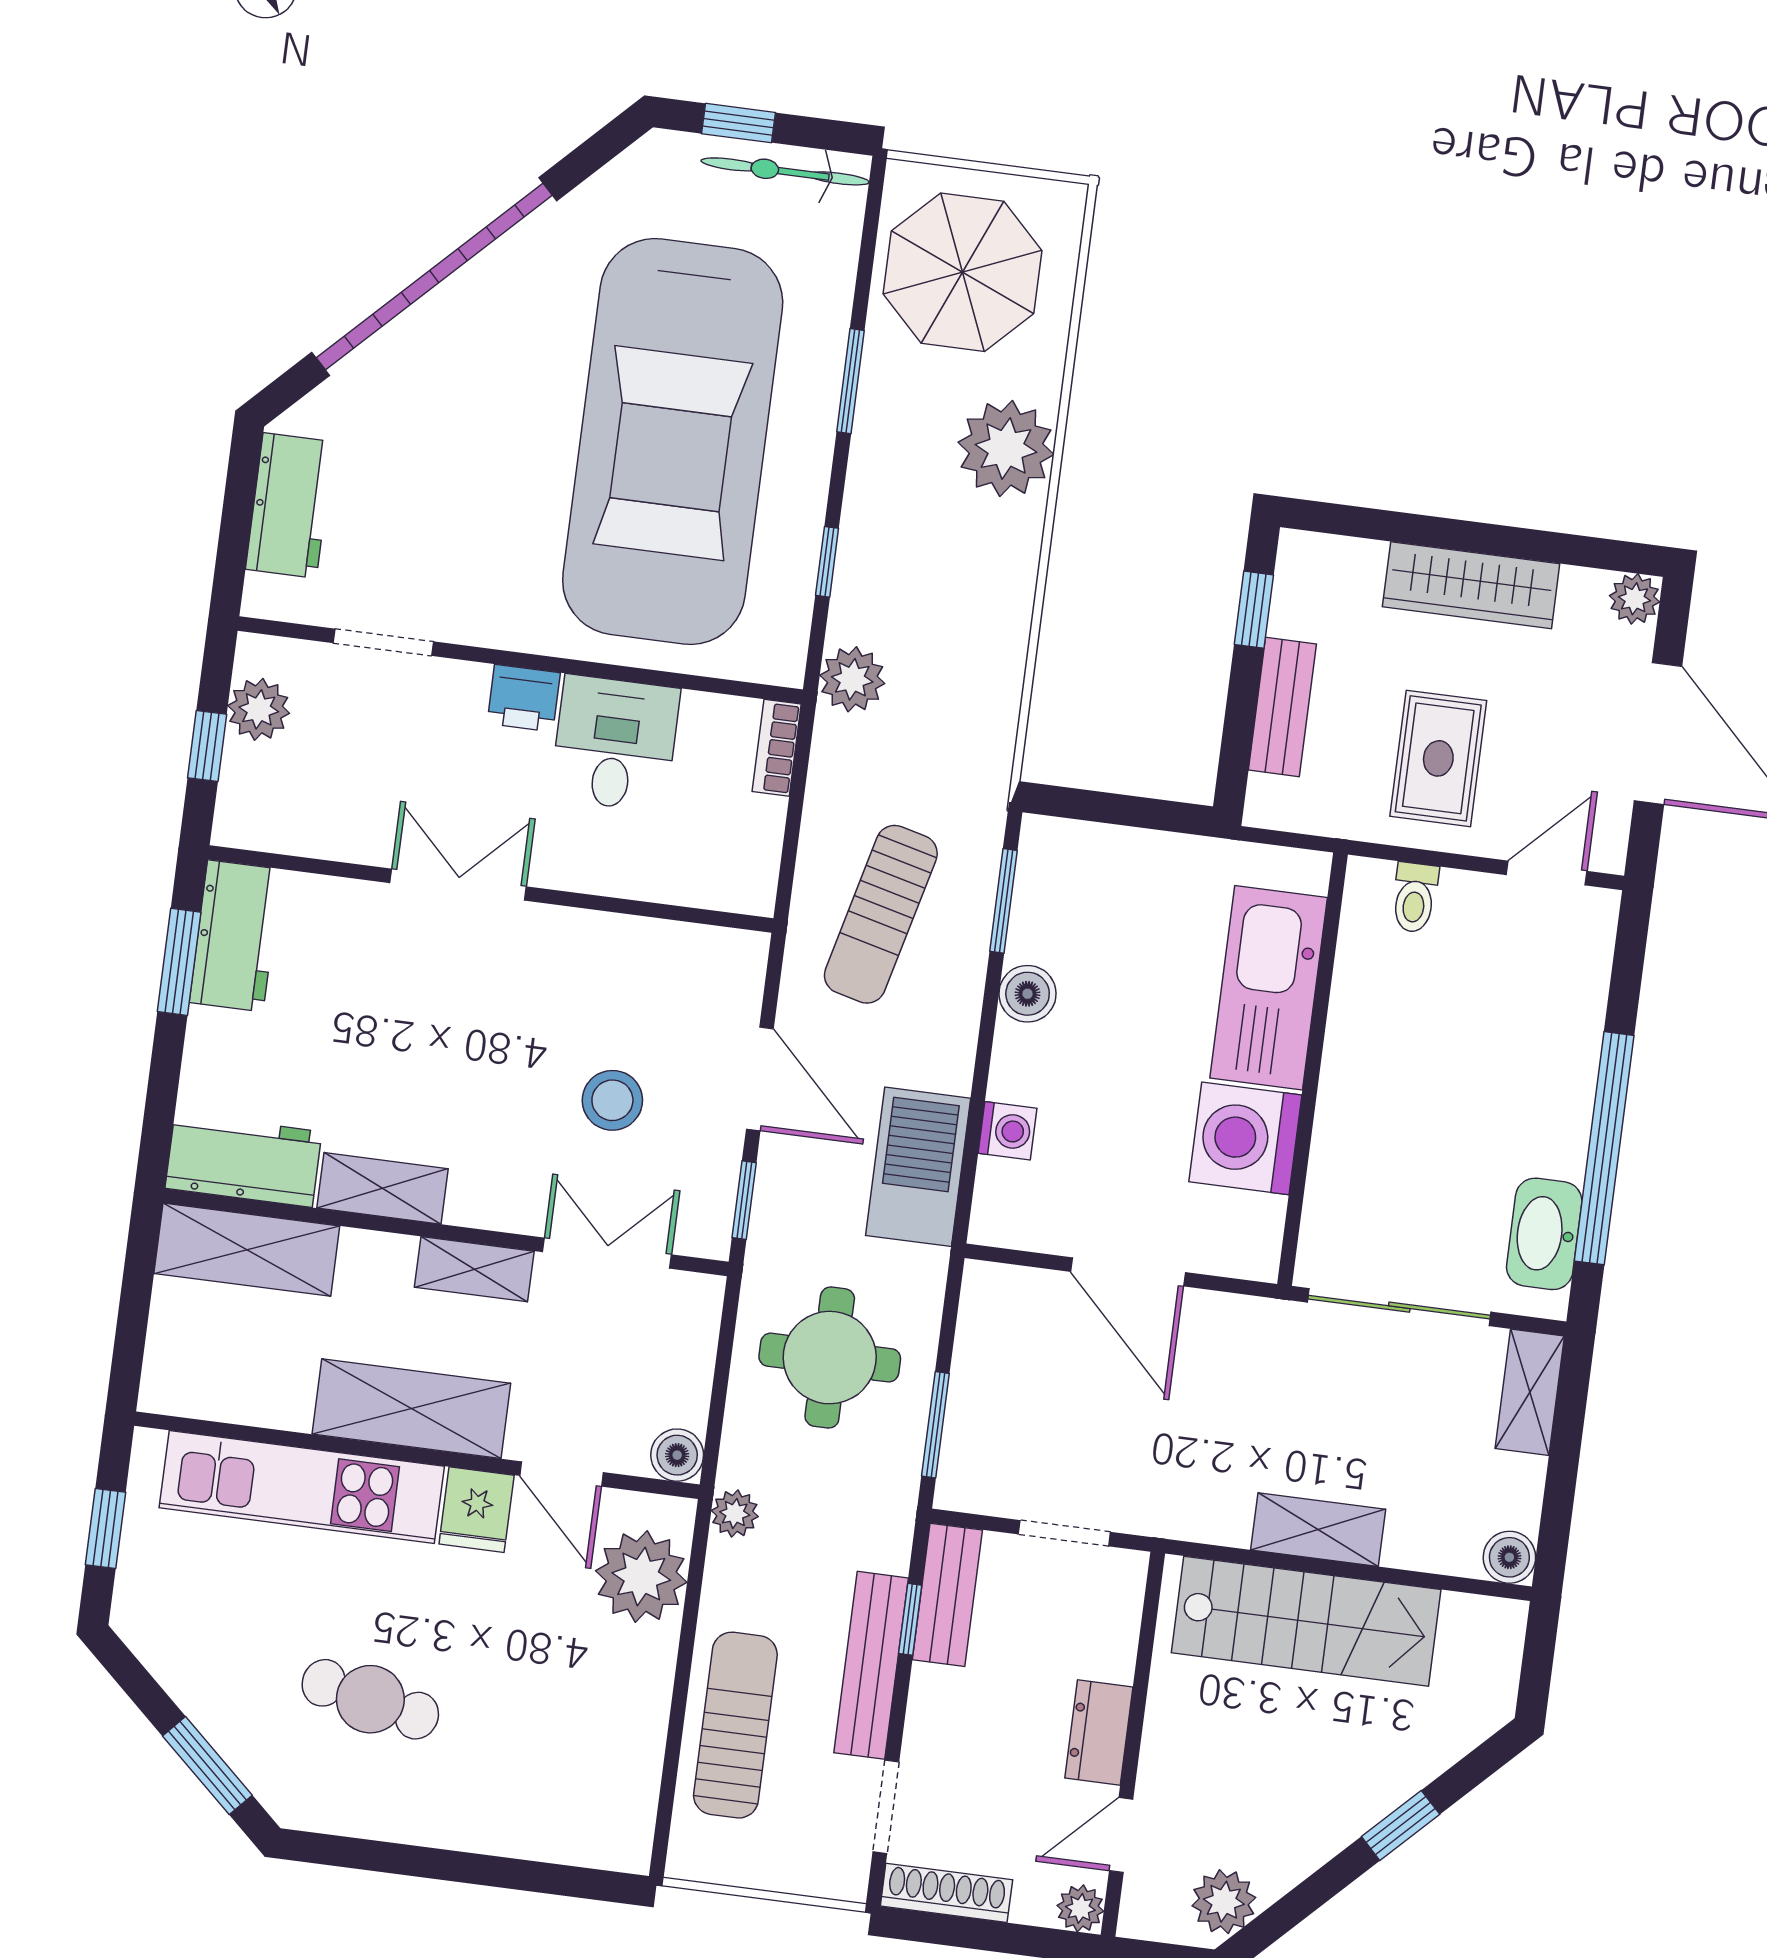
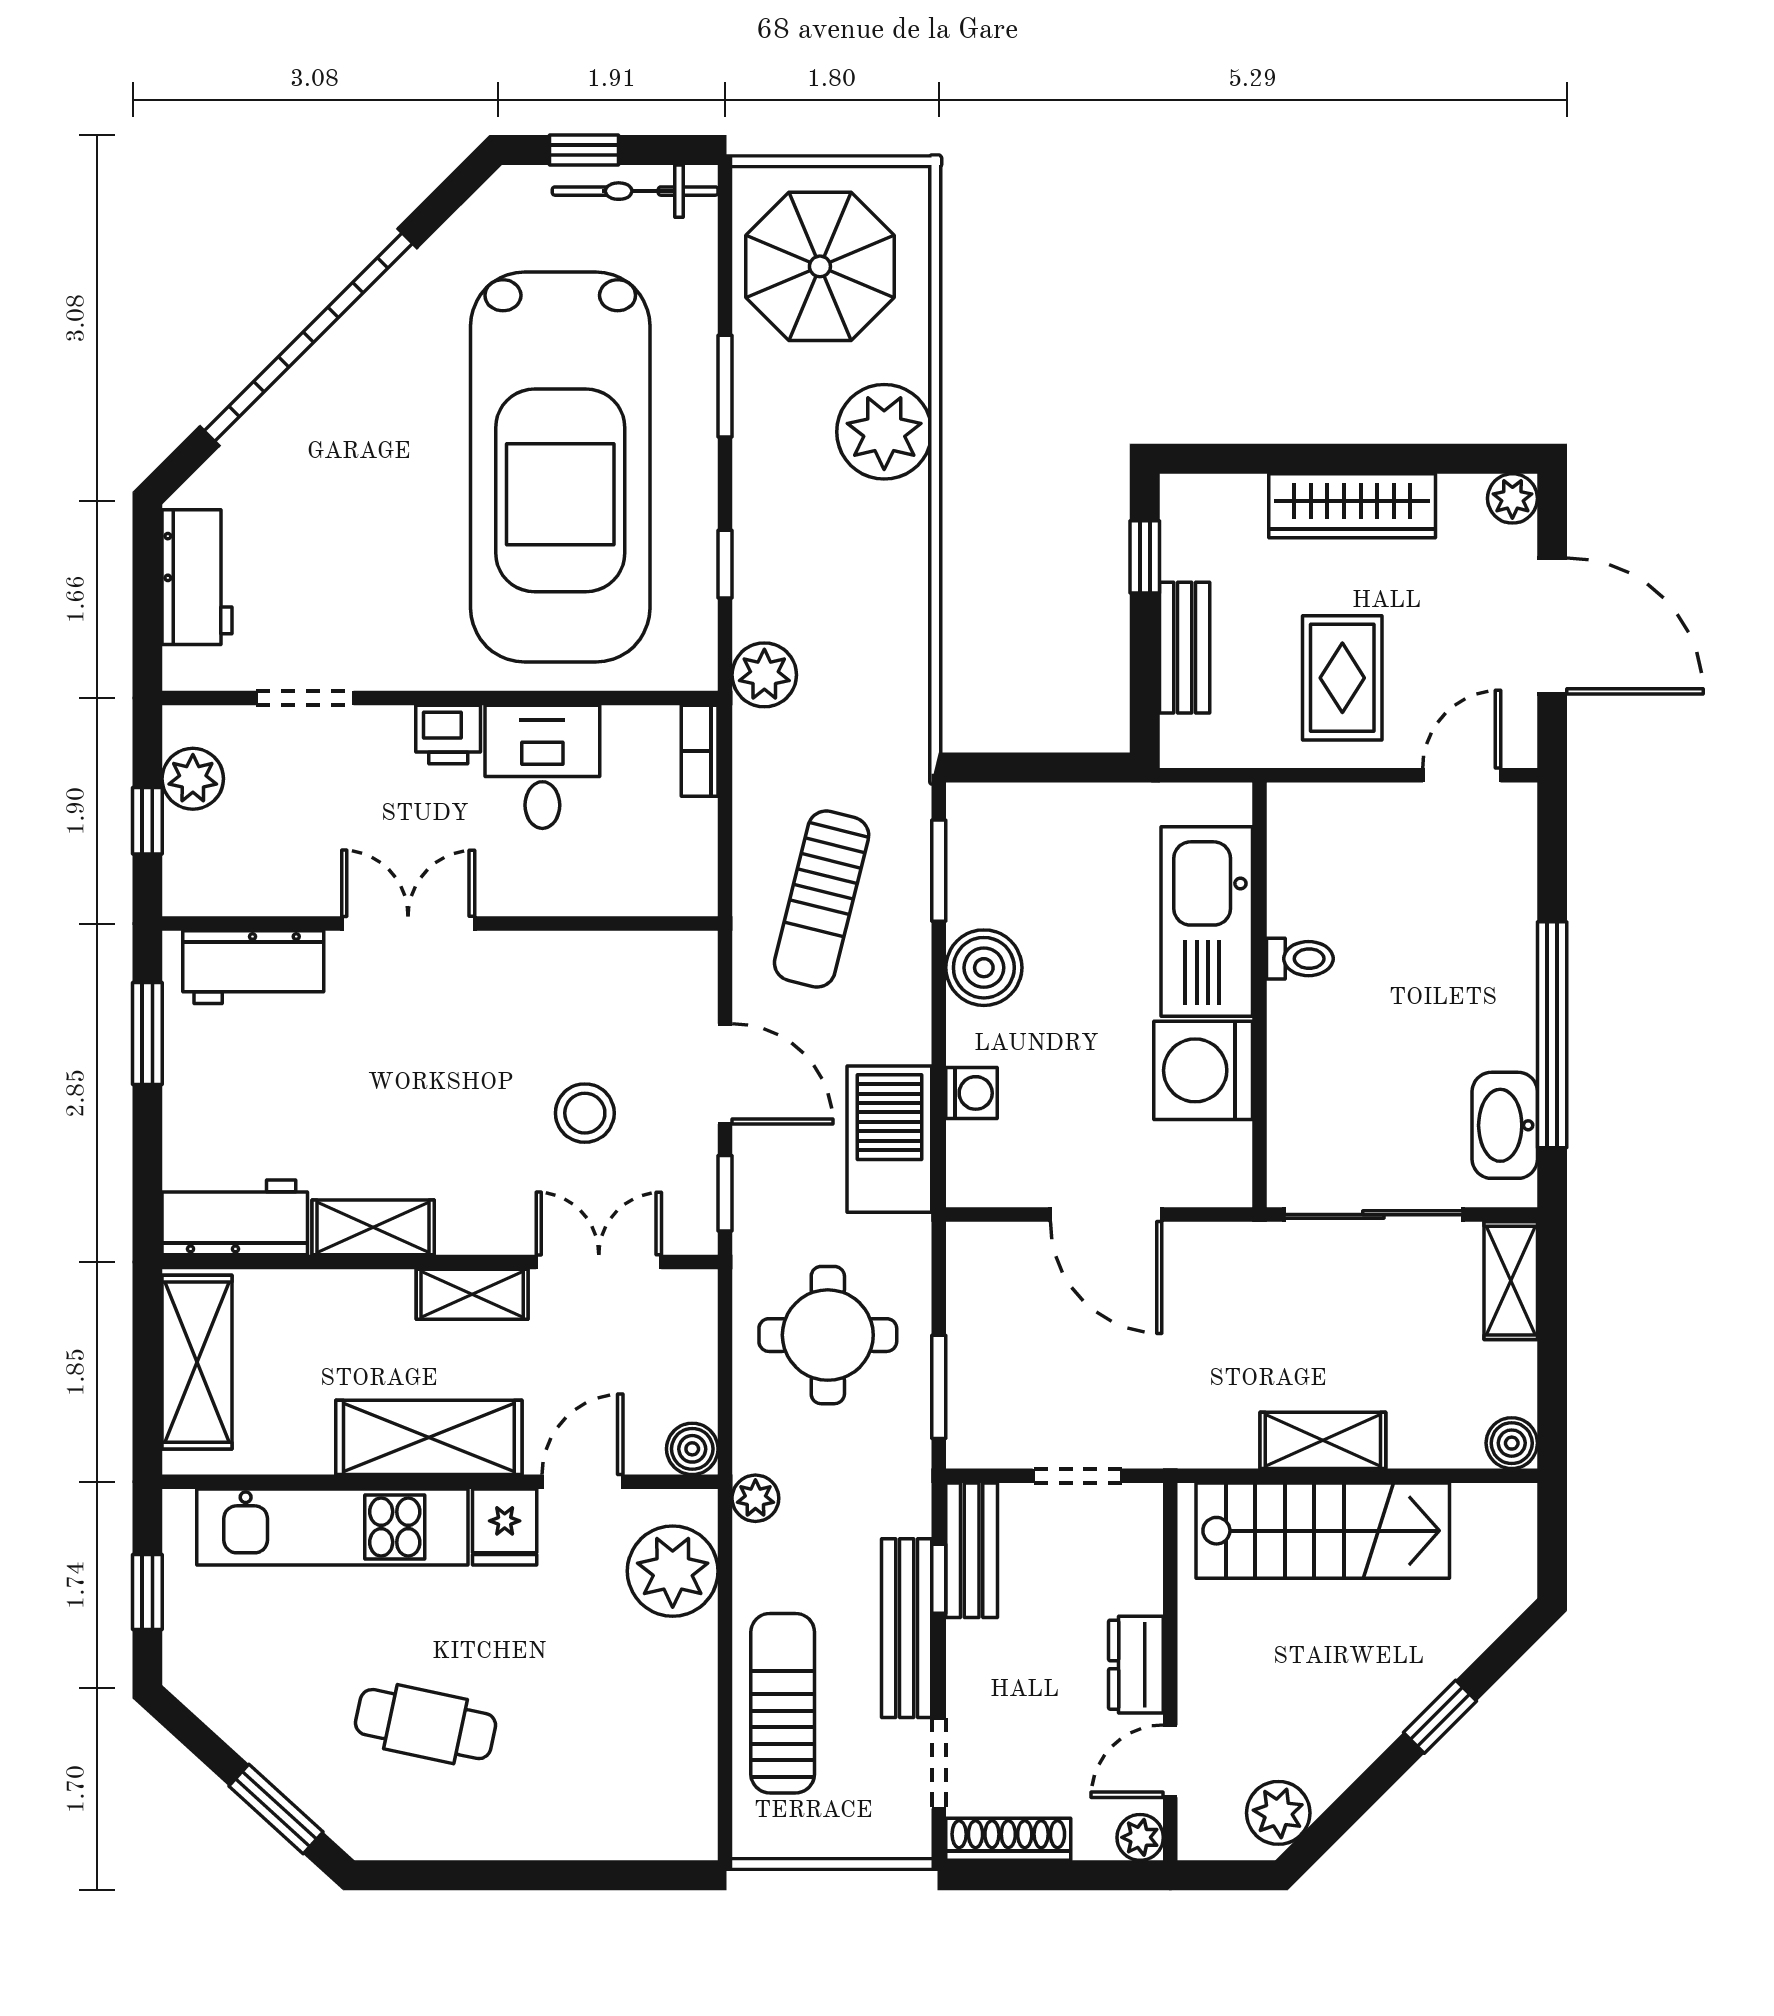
toilet: (1415, 898) -> (1300, 959), moved, turned -90
workbench: (235, 936) -> (253, 967), moved, turned 90
boiler: (1028, 994) -> (984, 968), width x1.36, depth x1.36
shelving: (247, 1250) -> (197, 1362), moved, turned 90
door: (562, 1474) -> (583, 1482), swing flipped

